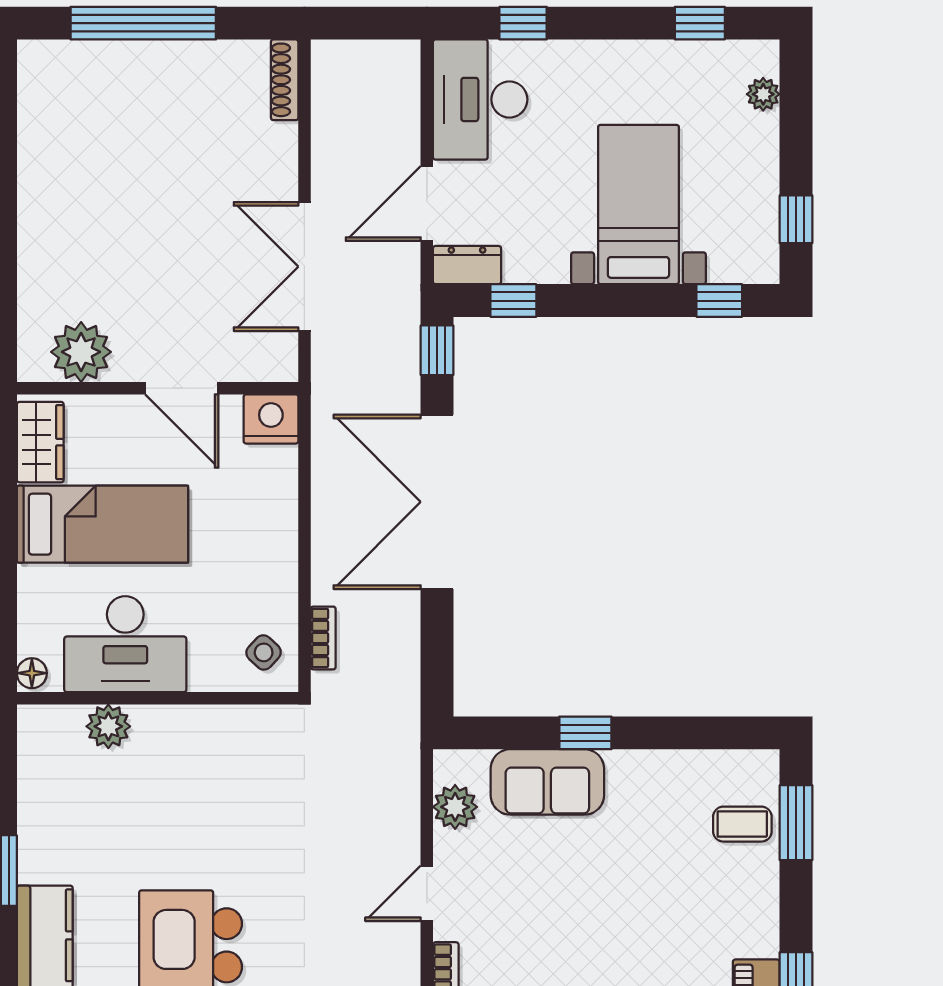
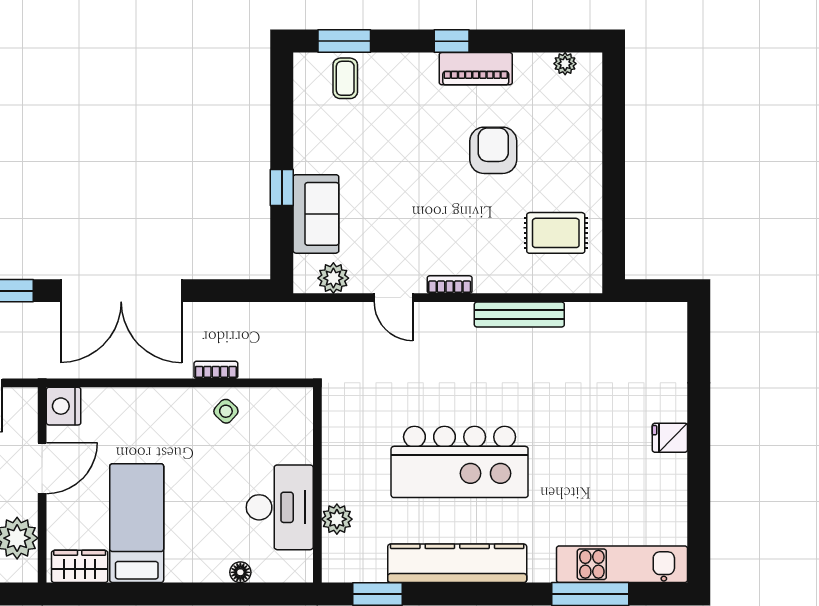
desk: (125, 644) -> (280, 507), moved
wall: (158, 698) -> (317, 485), moved
plant: (108, 726) -> (337, 519), moved

